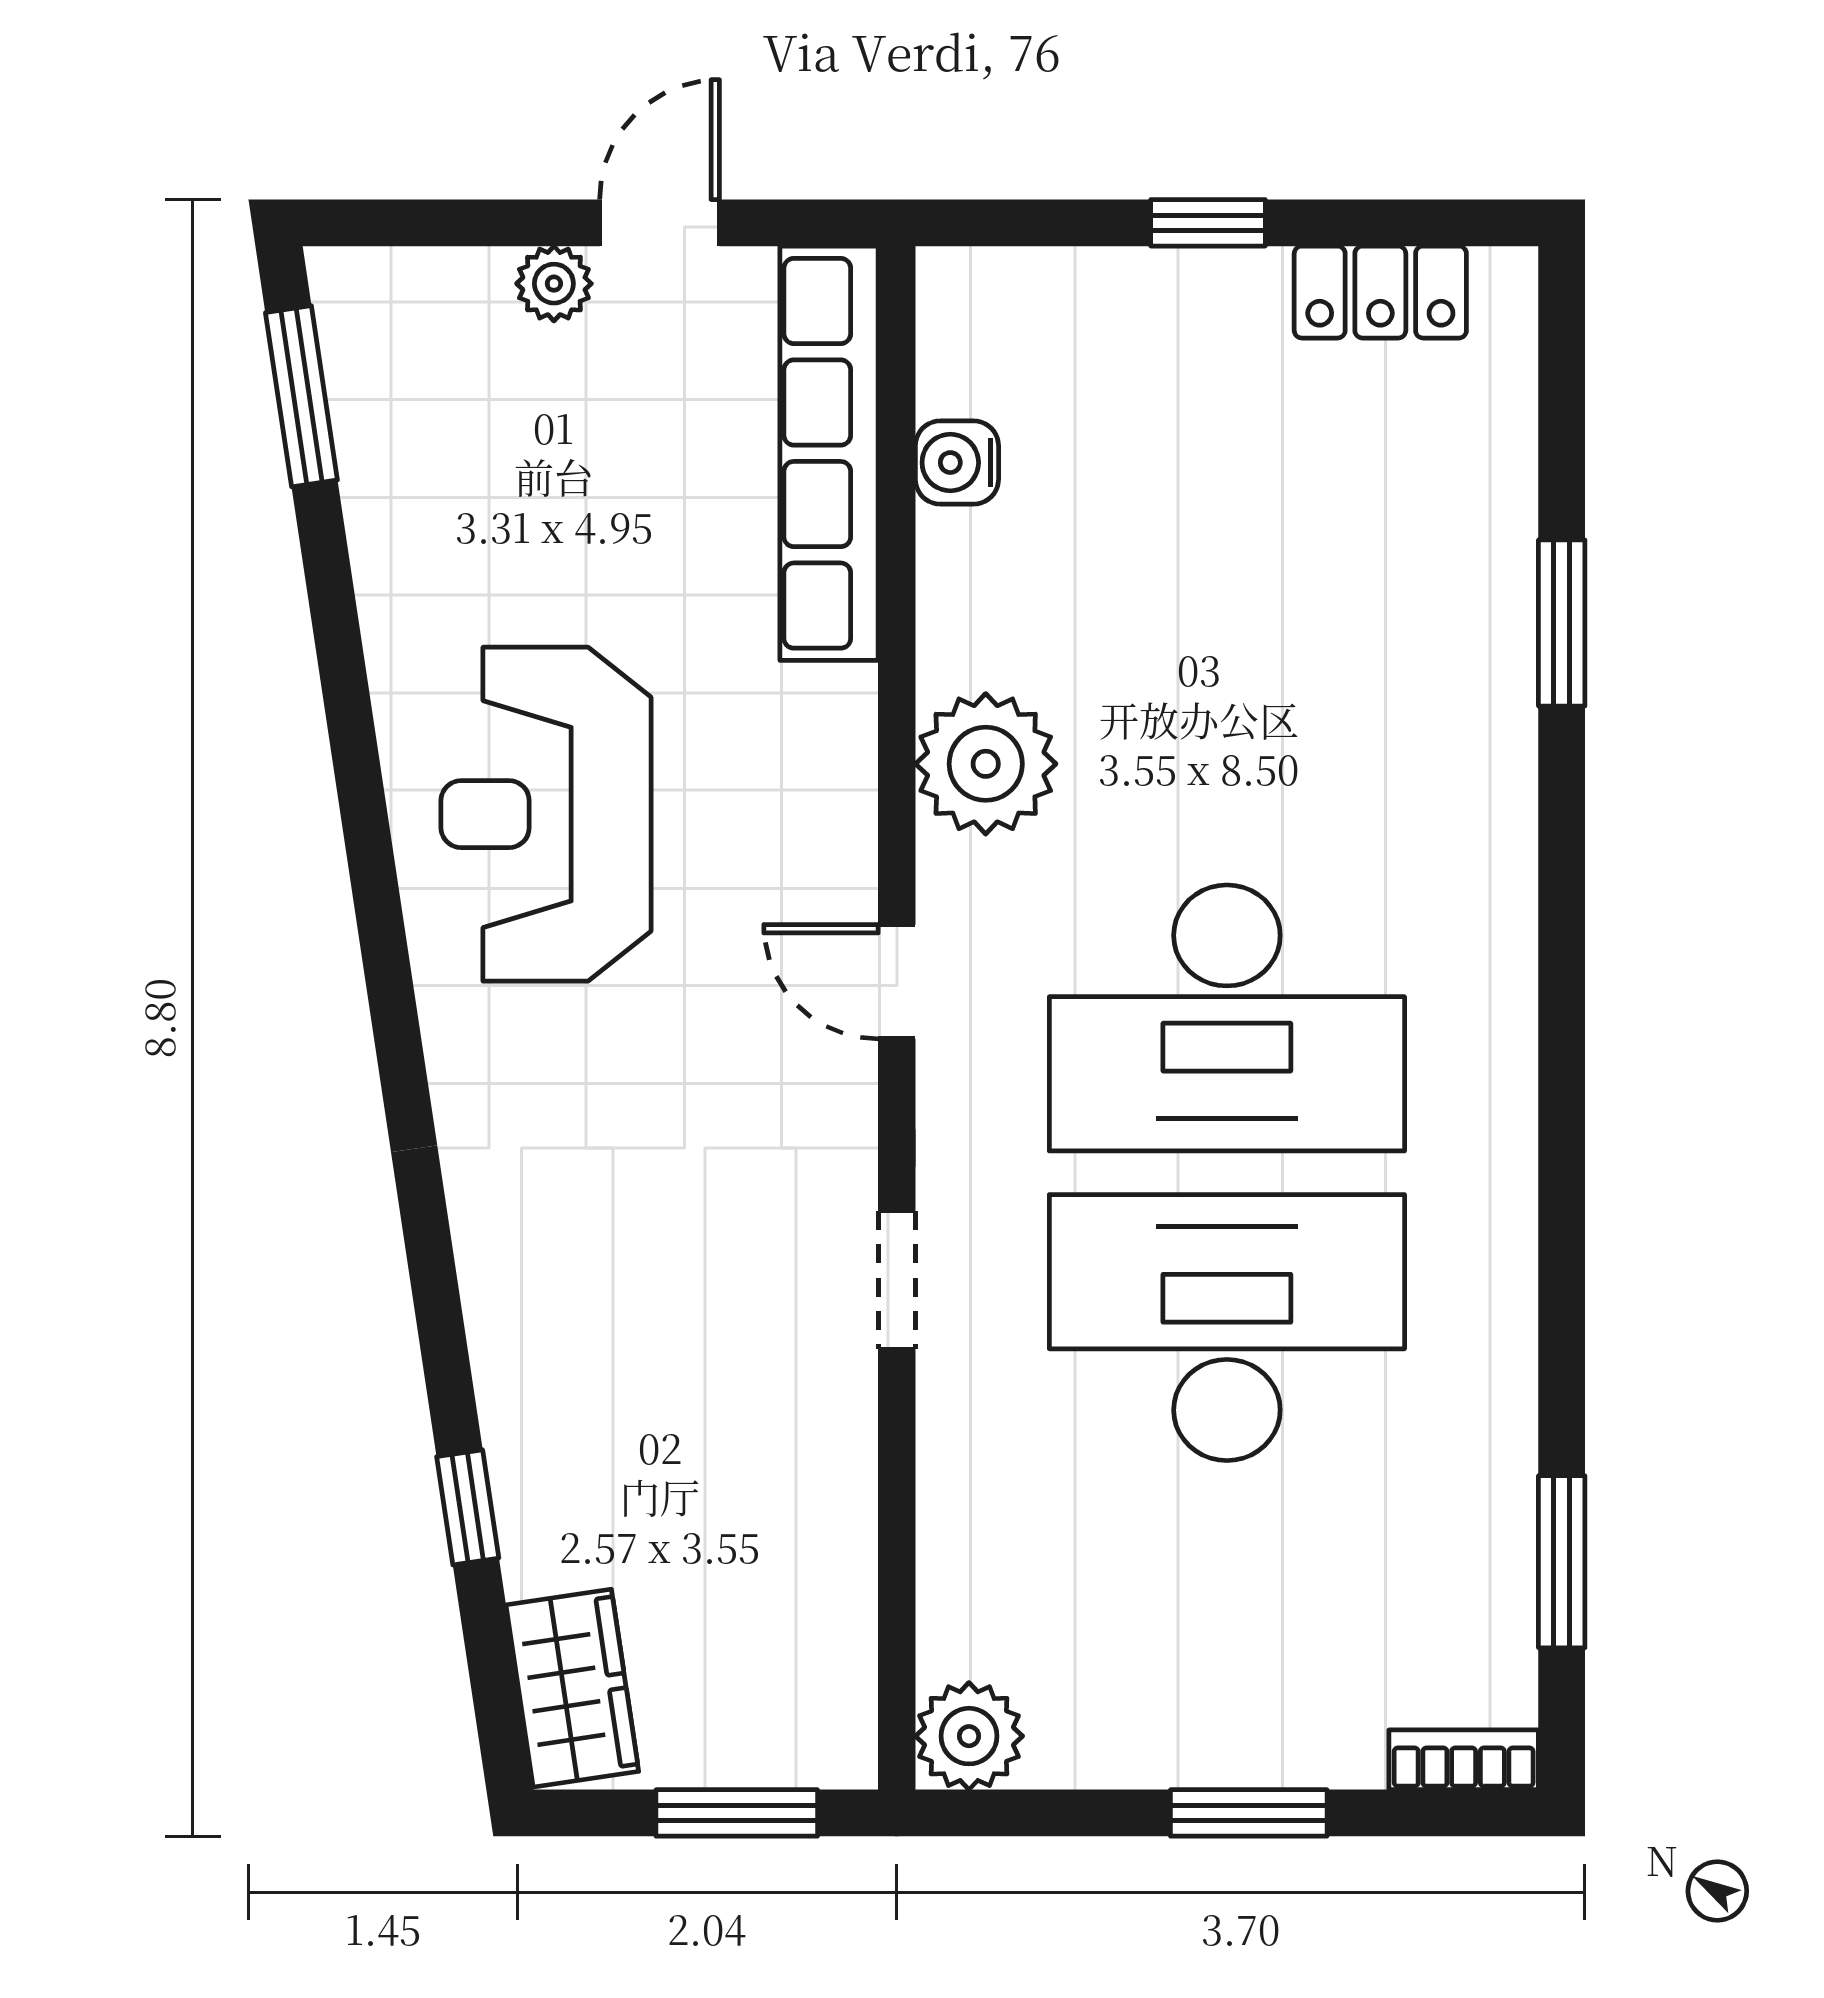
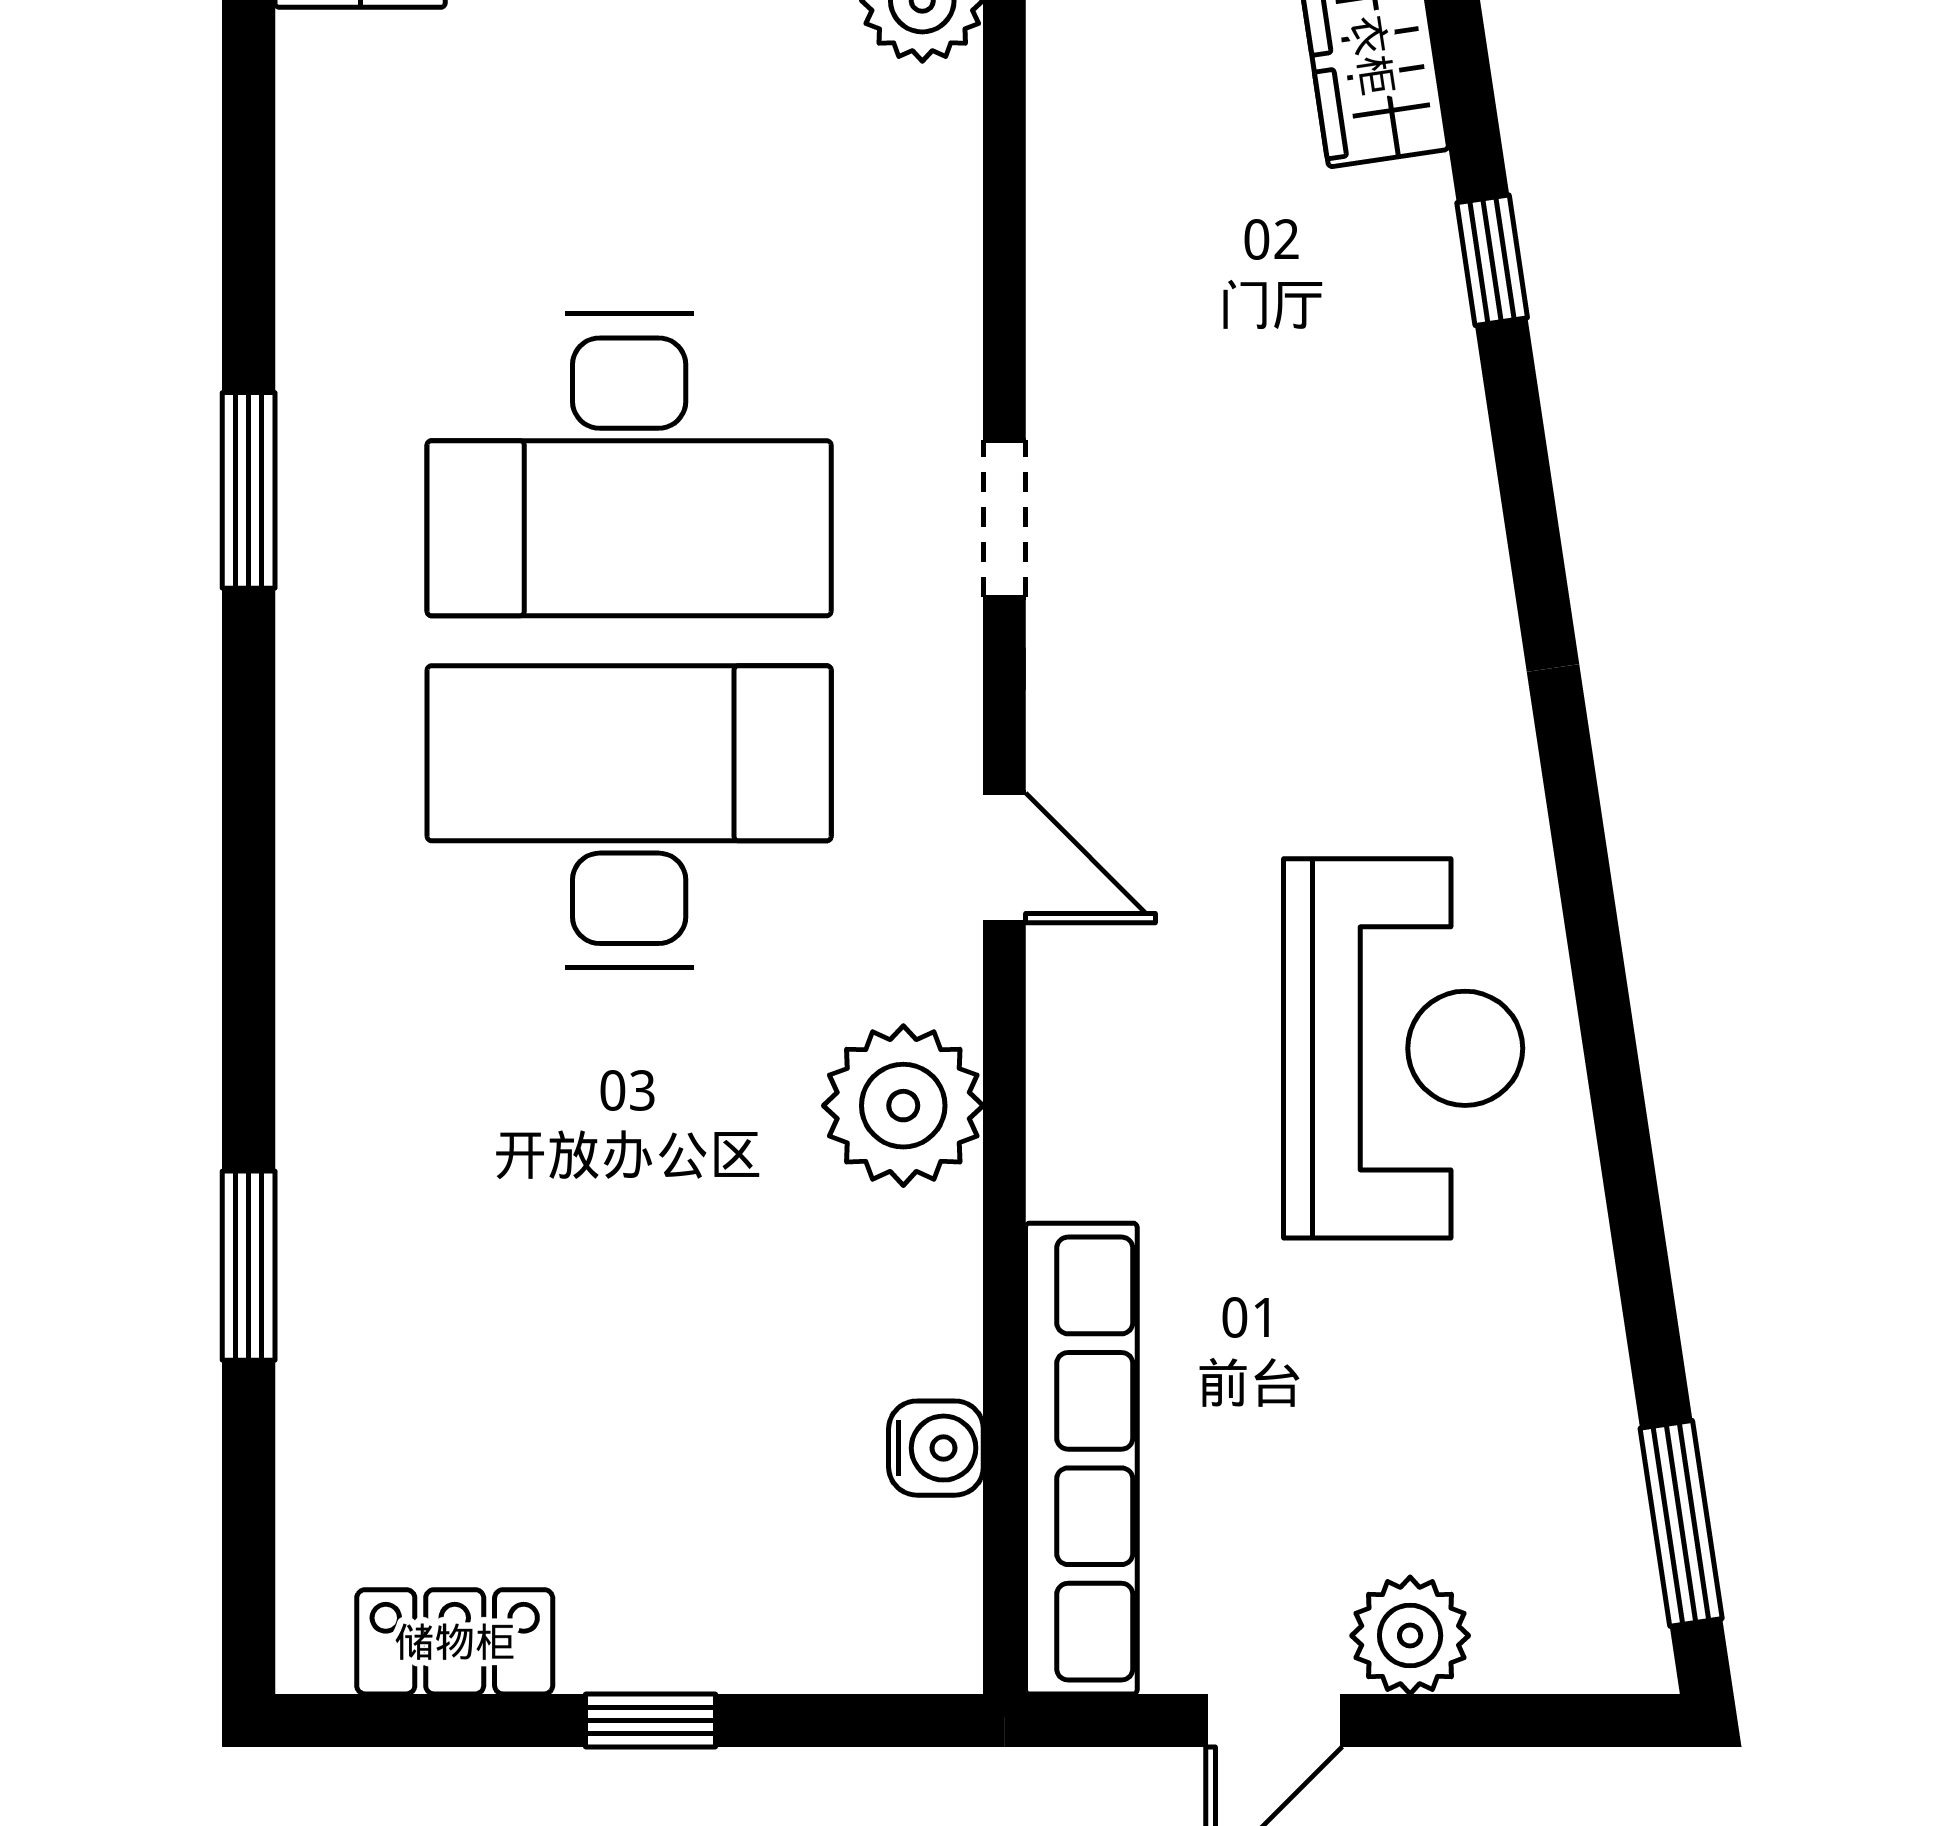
plant: (554, 284) -> (1410, 1636), width x1.38, depth x1.38
window: (1562, 1562) -> (249, 490), moved

